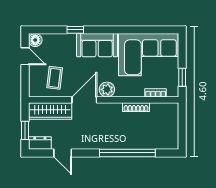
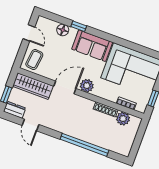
floor lamp: (35, 40) -> (63, 30), moved
coffee table: (55, 78) -> (34, 59), moved
plant: (158, 110) -> (123, 119), added

